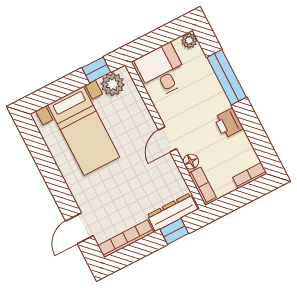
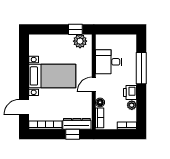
plant: (189, 40) -> (132, 105), moved
desk: (162, 71) -> (109, 62), moved, turned -90
bed with nightstands: (84, 131) -> (52, 76), moved, turned -90

